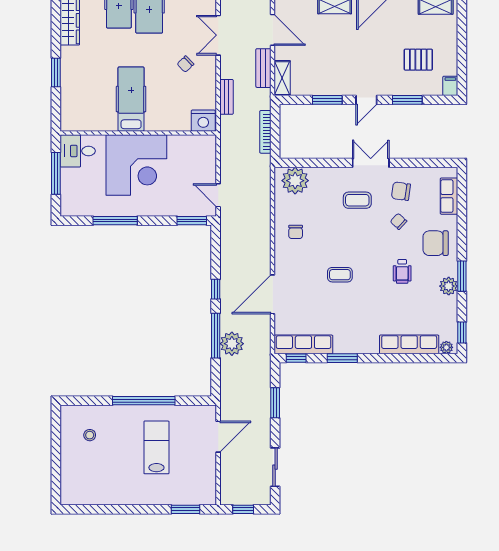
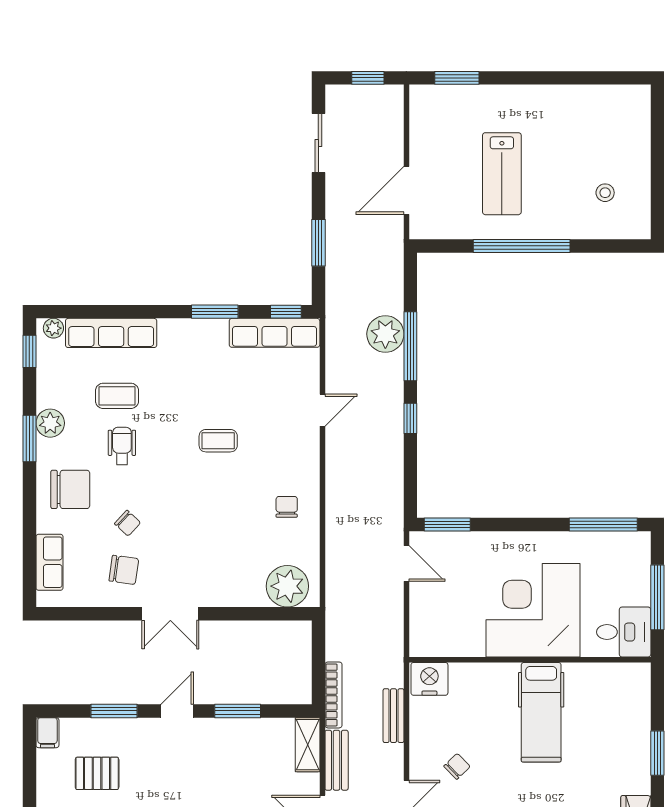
bookcase: (265, 132) -> (333, 695), moved
coffee table: (357, 200) -> (117, 396), moved
window: (115, 221) -> (603, 524), moved
door: (273, 294) -> (322, 410), width x0.53

